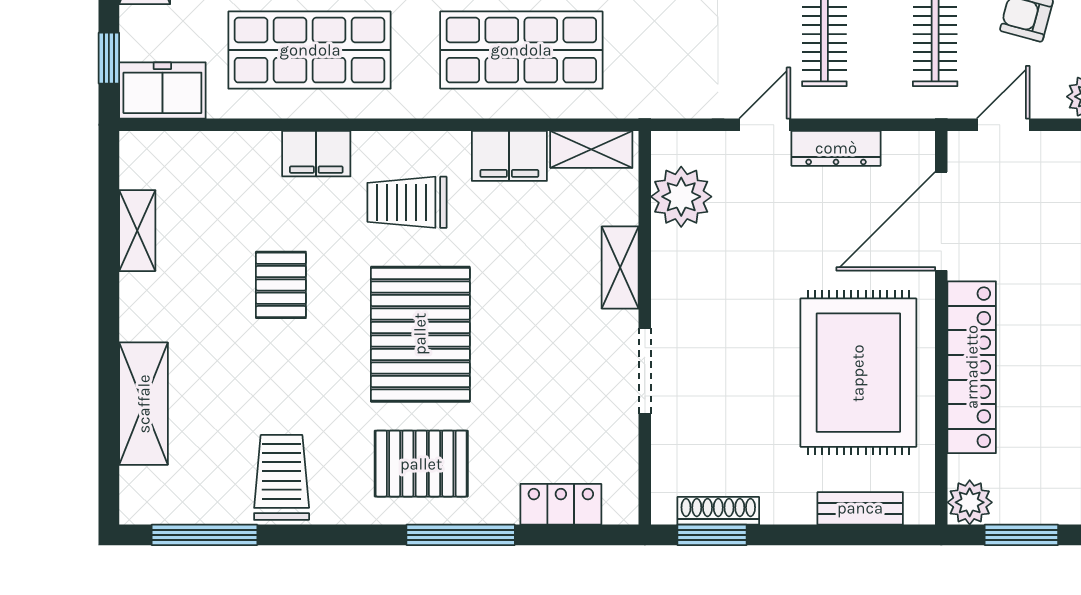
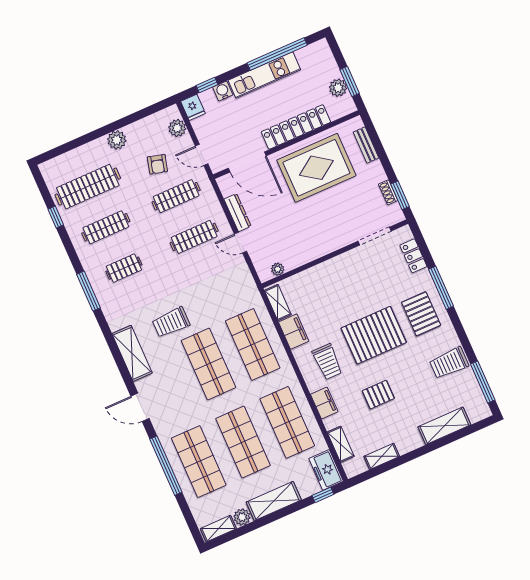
plant: (681, 197) -> (278, 269), width x0.53, depth x0.53
shelving: (620, 268) -> (341, 444), moved, turned 90
doorway: (645, 371) -> (375, 236), moved
plant: (970, 502) -> (338, 88), moved
shoe rack: (718, 511) -> (388, 192), width x0.70

